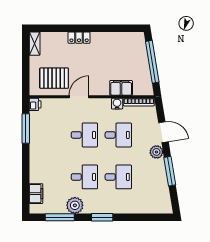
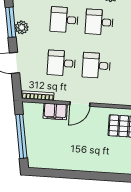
locker: (79, 38) -> (95, 166), removed
door: (79, 97) -> (80, 104), moved
water cooler: (117, 104) -> (60, 95), removed
plant: (156, 152) -> (22, 27), moved

